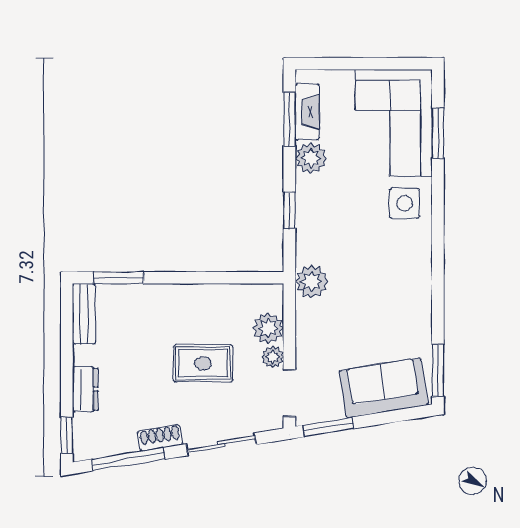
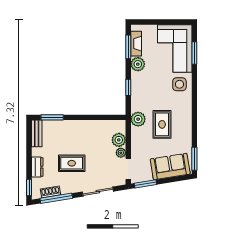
rug: (365, 293) -> (162, 124), added
rug: (203, 363) -> (72, 163), moved
shoe rack: (160, 438) -> (50, 192), moved

